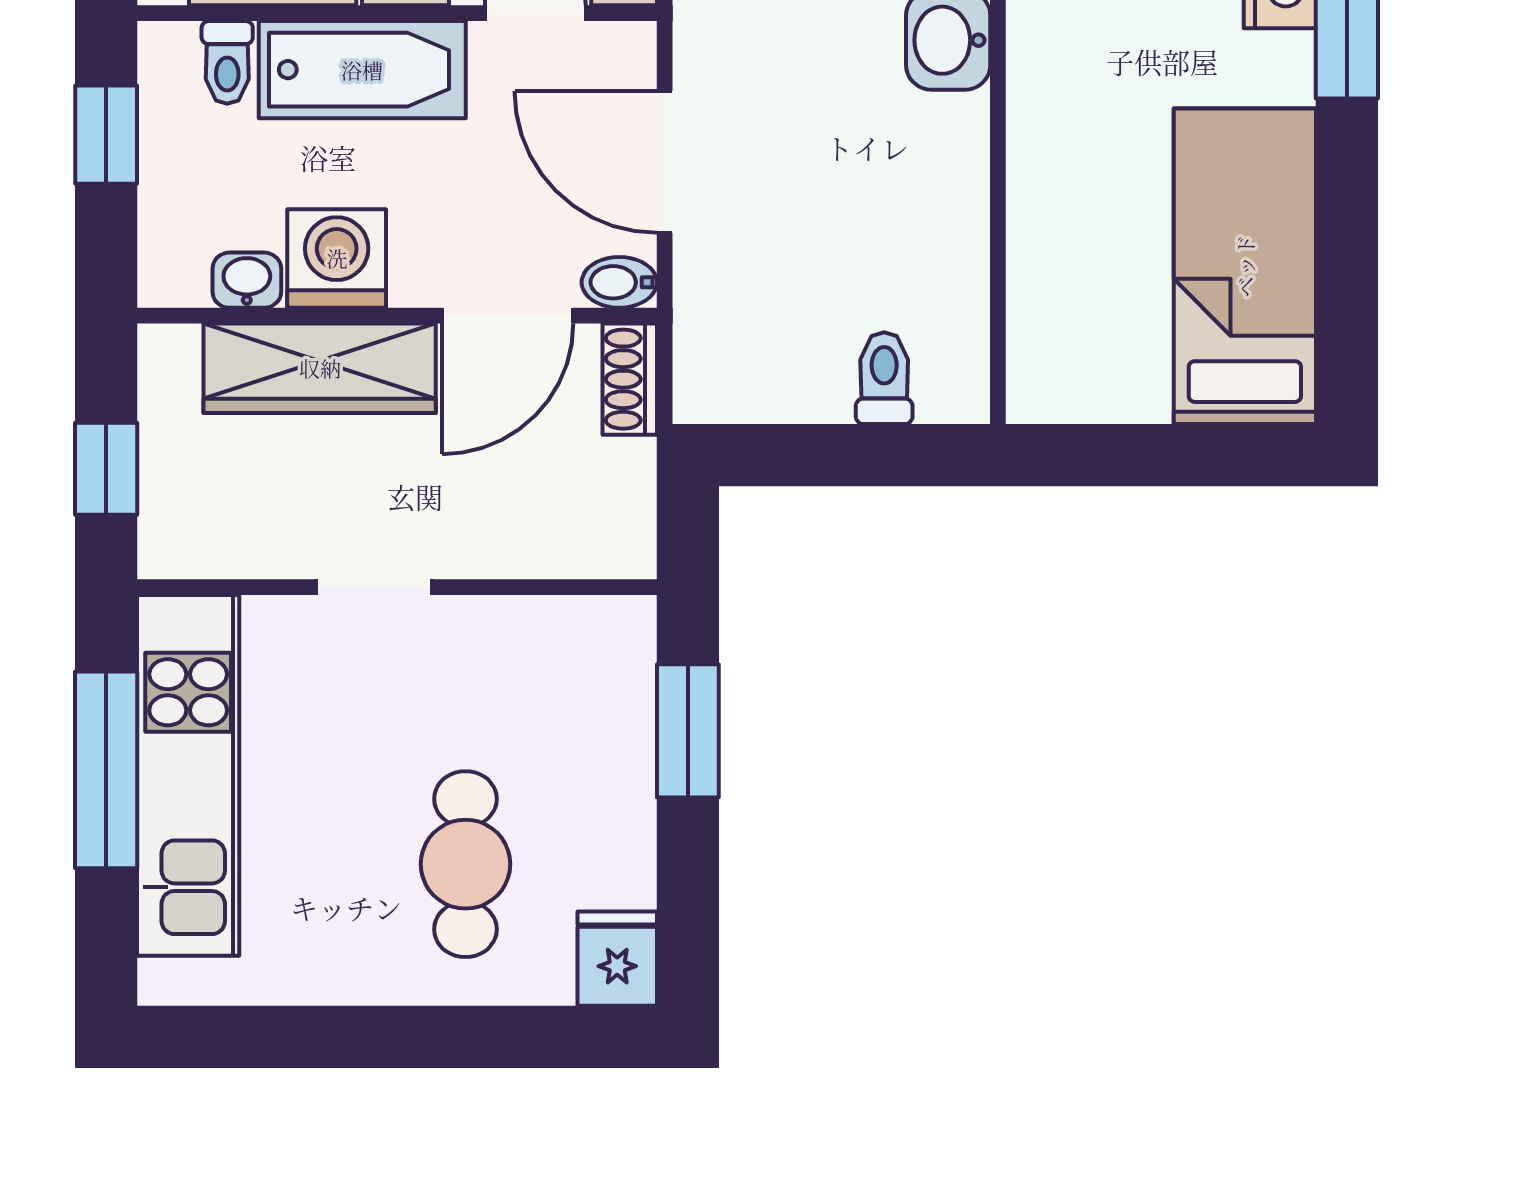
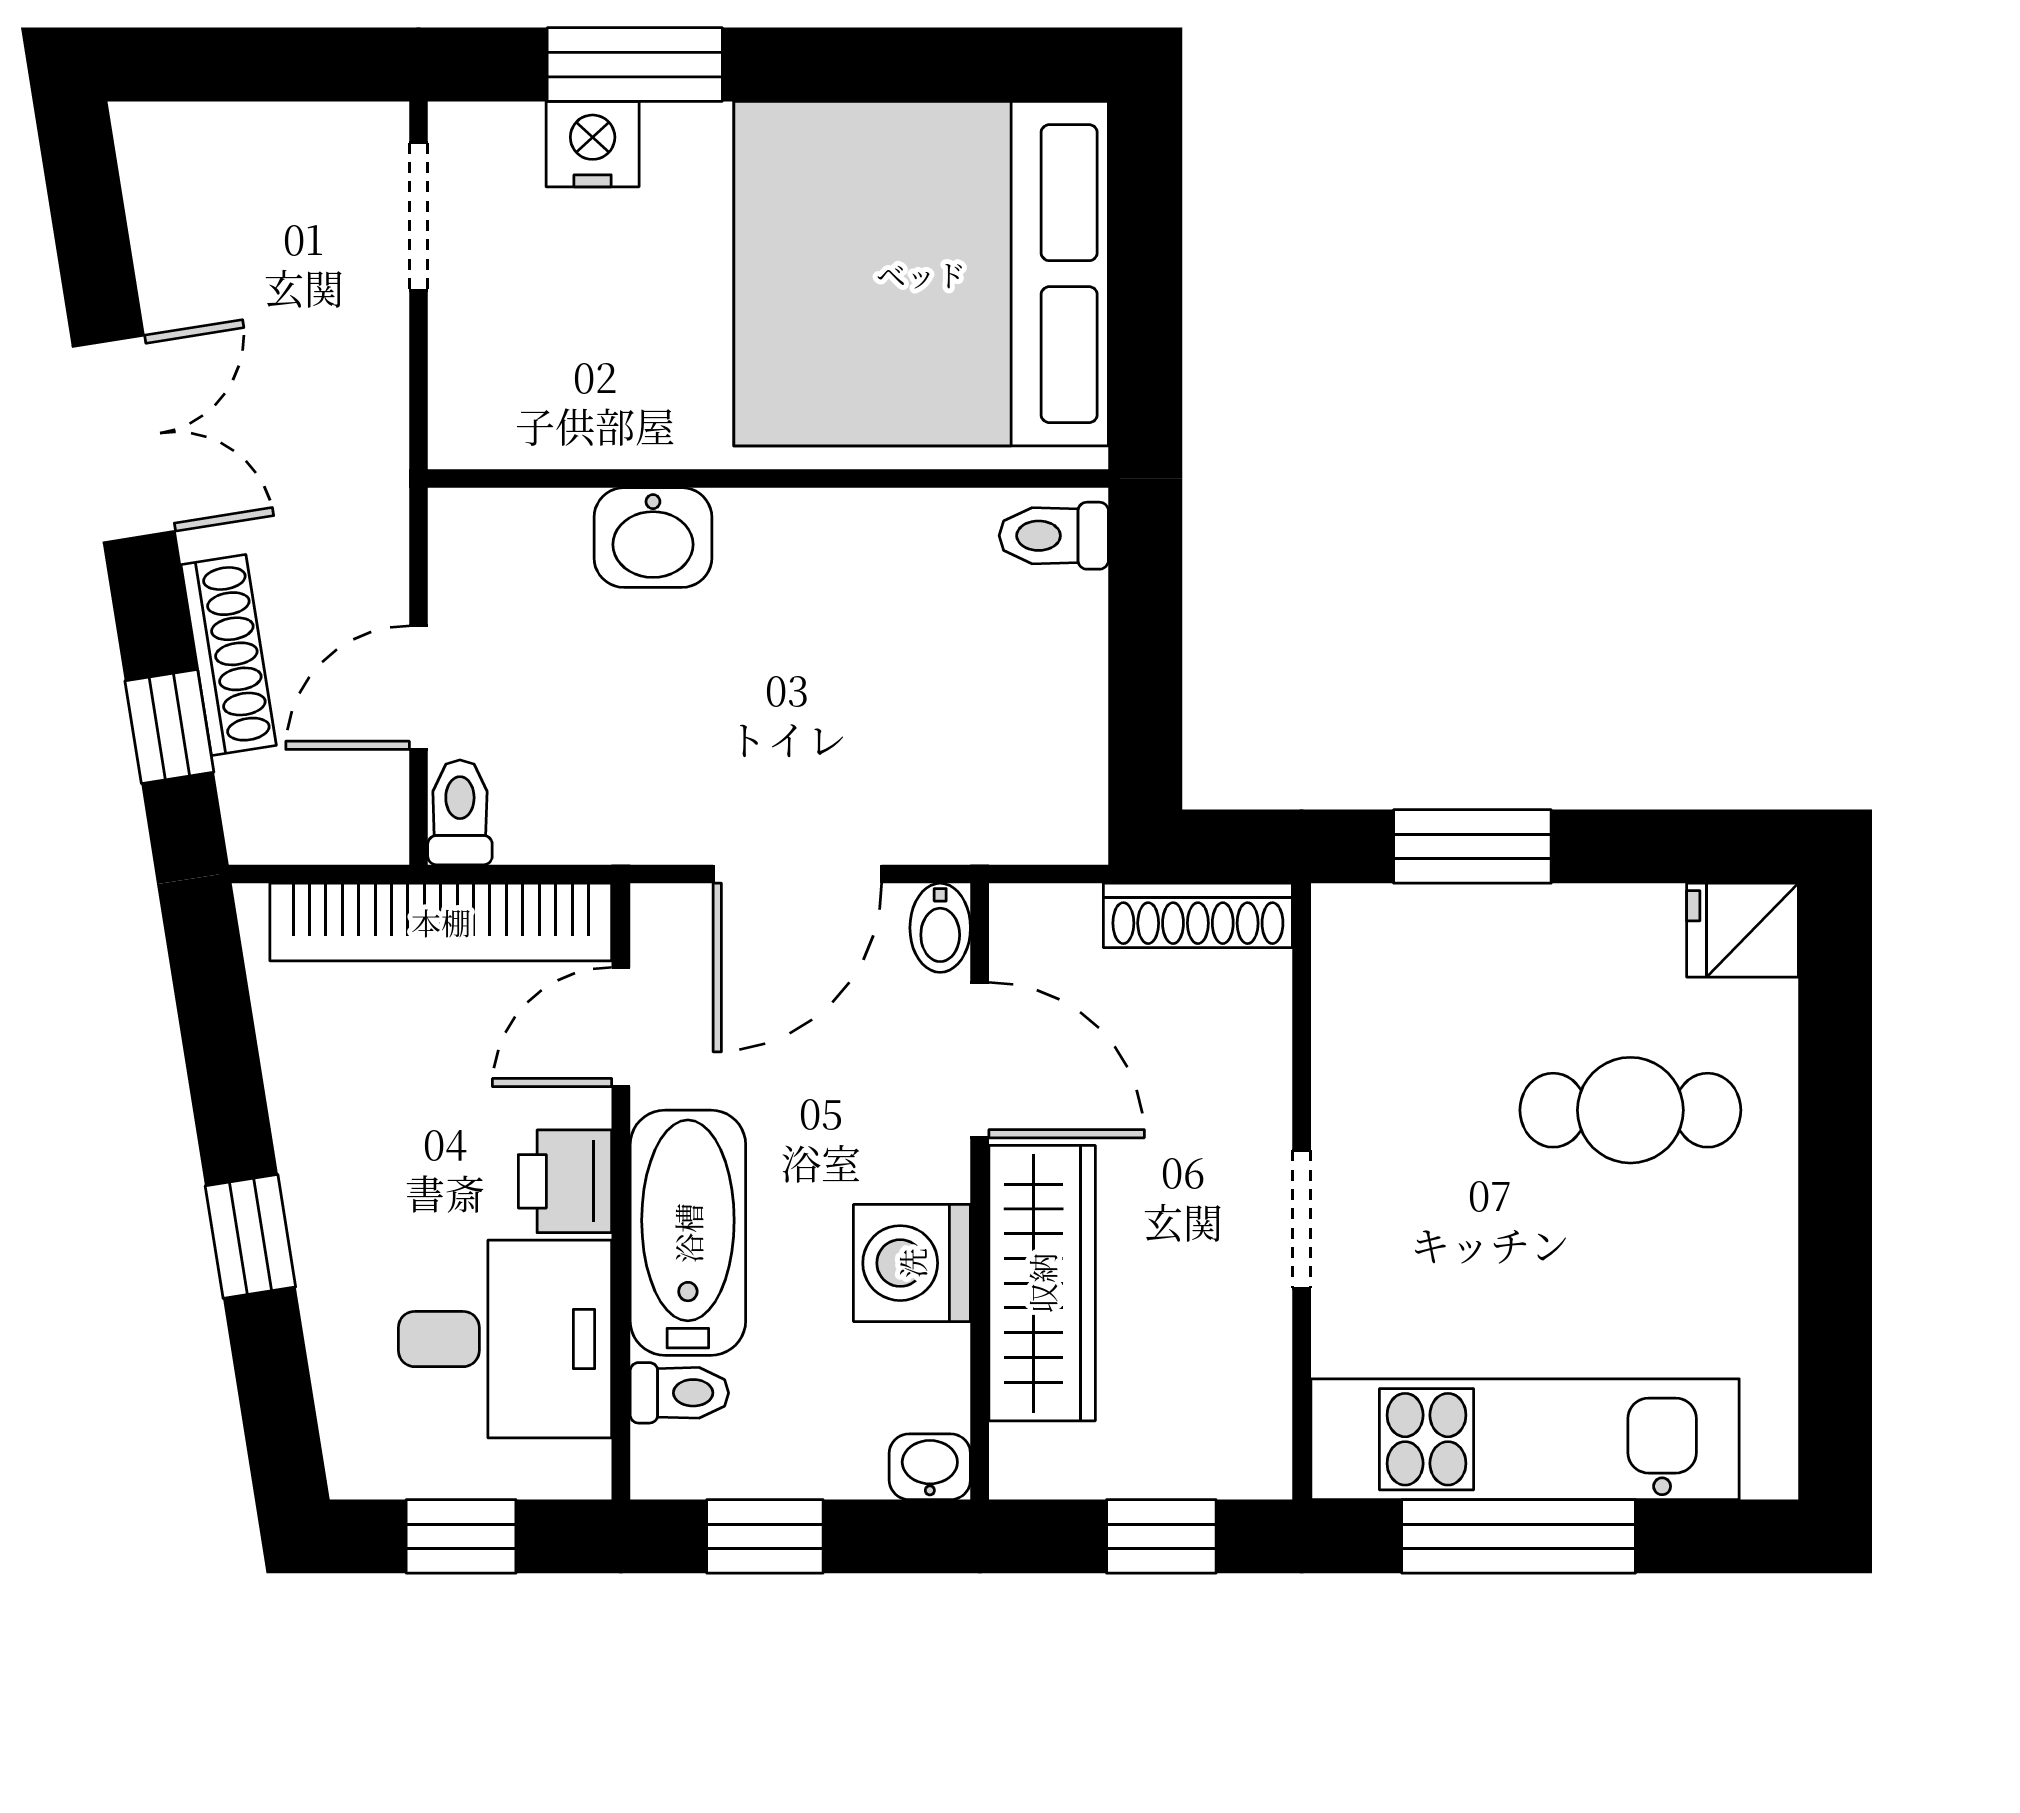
bed: (1245, 266) -> (921, 274), width x2.04
washbasin: (247, 280) -> (930, 1467), moved, turned 90
toilet: (884, 378) -> (1054, 536), moved
shoe rack: (630, 379) -> (1198, 915), moved, width x1.43

